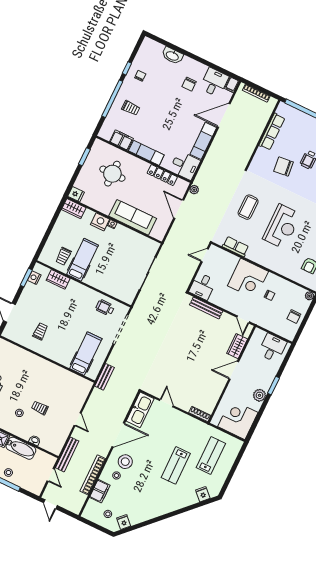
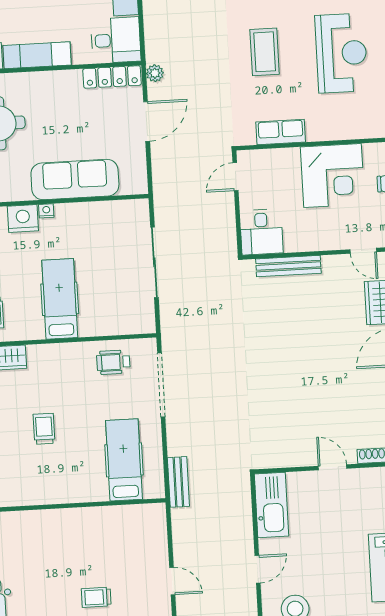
locker: (162, 175) -> (112, 77), moved
door: (179, 209) -> (147, 121), swing flipped
hospital bed: (83, 260) -> (60, 299), moved
trolley: (40, 331) -> (44, 429), moved
door: (166, 403) -> (333, 467), moved
door: (118, 435) -> (258, 569), width x0.53

